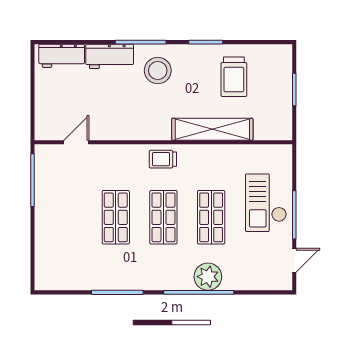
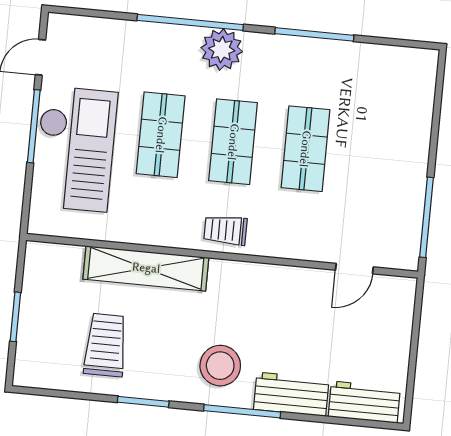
trolley: (163, 159) -> (225, 230), turned 180
checkout: (266, 203) -> (75, 149), width x1.36, depth x1.21
plant: (208, 277) -> (222, 50), moved

